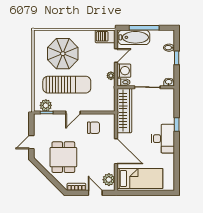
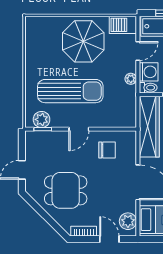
parasol: (63, 54) -> (83, 41), moved
dining table: (63, 157) -> (66, 190), turned 90

